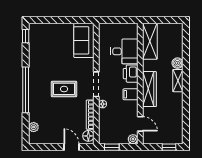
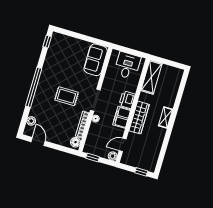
desk: (124, 51) -> (127, 66), moved, turned -90
boiler: (178, 63) -> (170, 103), removed
filing cabinet: (130, 94) -> (122, 117), width x2.00
door: (140, 124) -> (123, 145), swing flipped
door: (72, 147) -> (38, 141), moved

